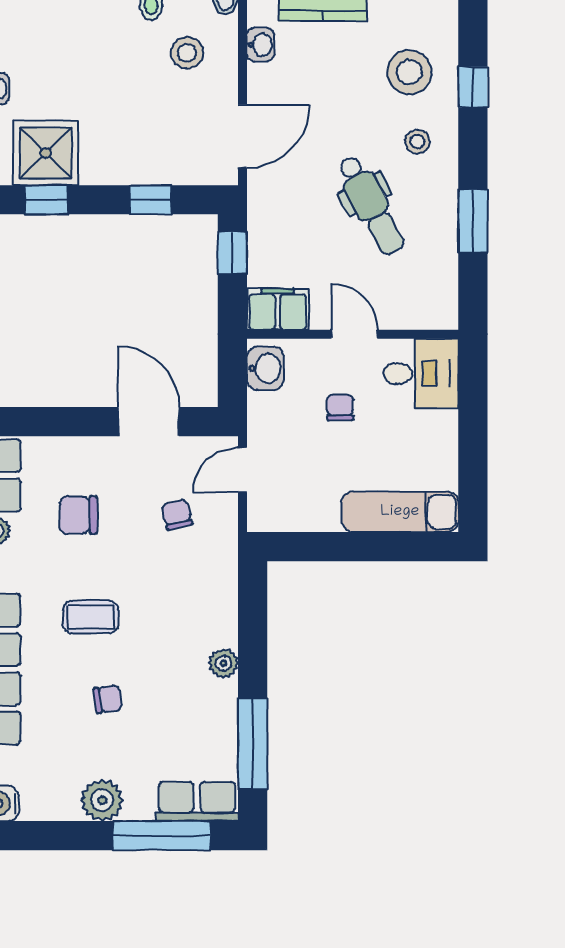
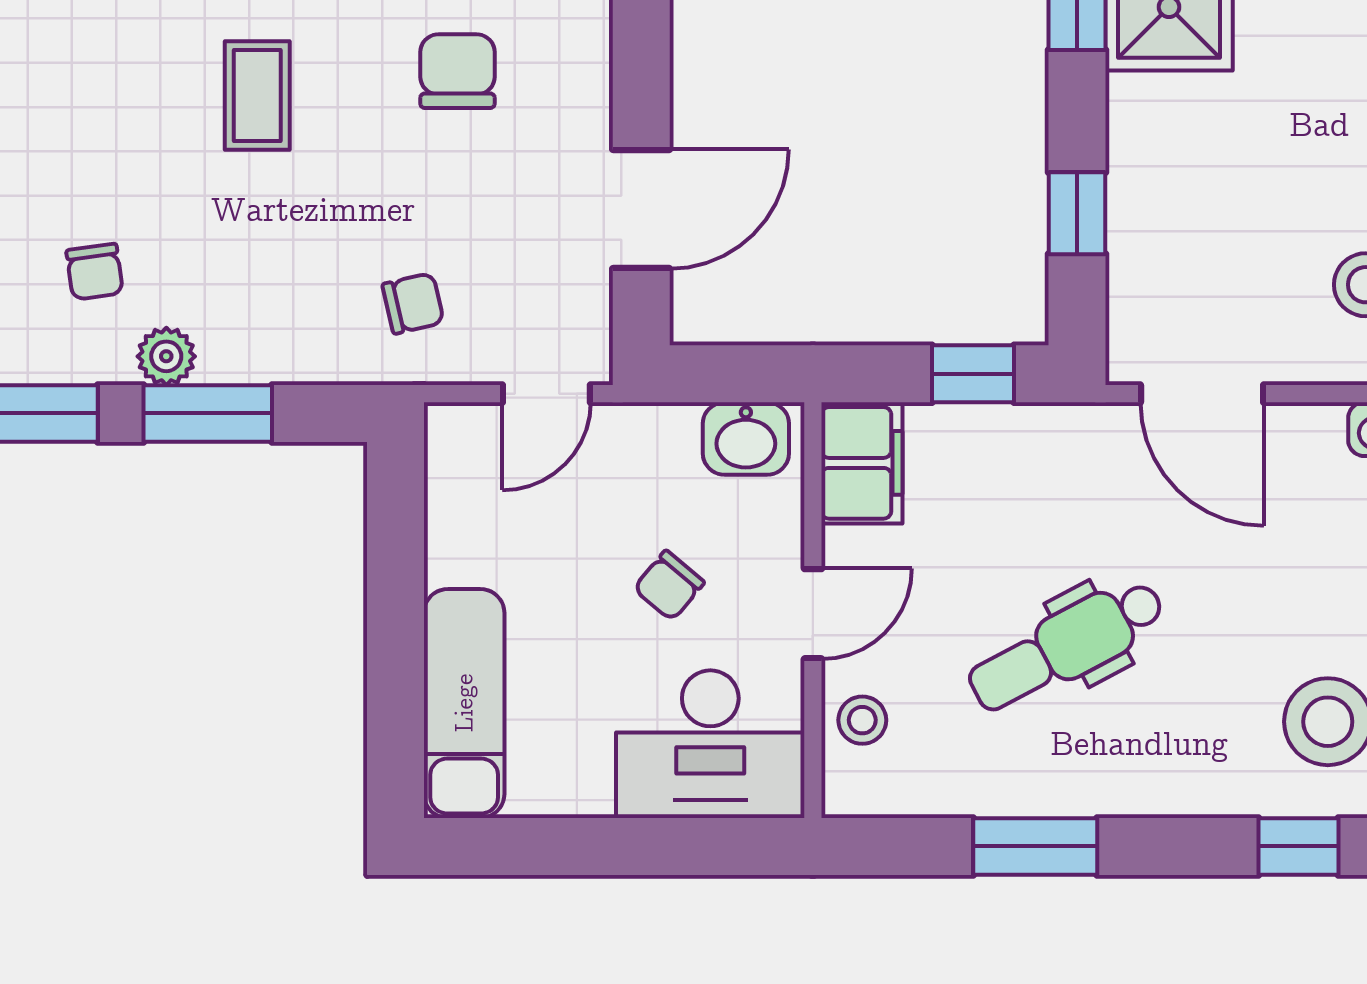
stool: (417, 142) -> (862, 720), moved
desk: (421, 373) -> (710, 744), width x1.37
chair: (340, 407) -> (669, 585), turned 130
door: (242, 470) -> (546, 394), swing flipped
chair: (177, 515) -> (413, 303), moved
window: (253, 642) -> (208, 413), added
chair: (108, 699) -> (95, 272), moved

